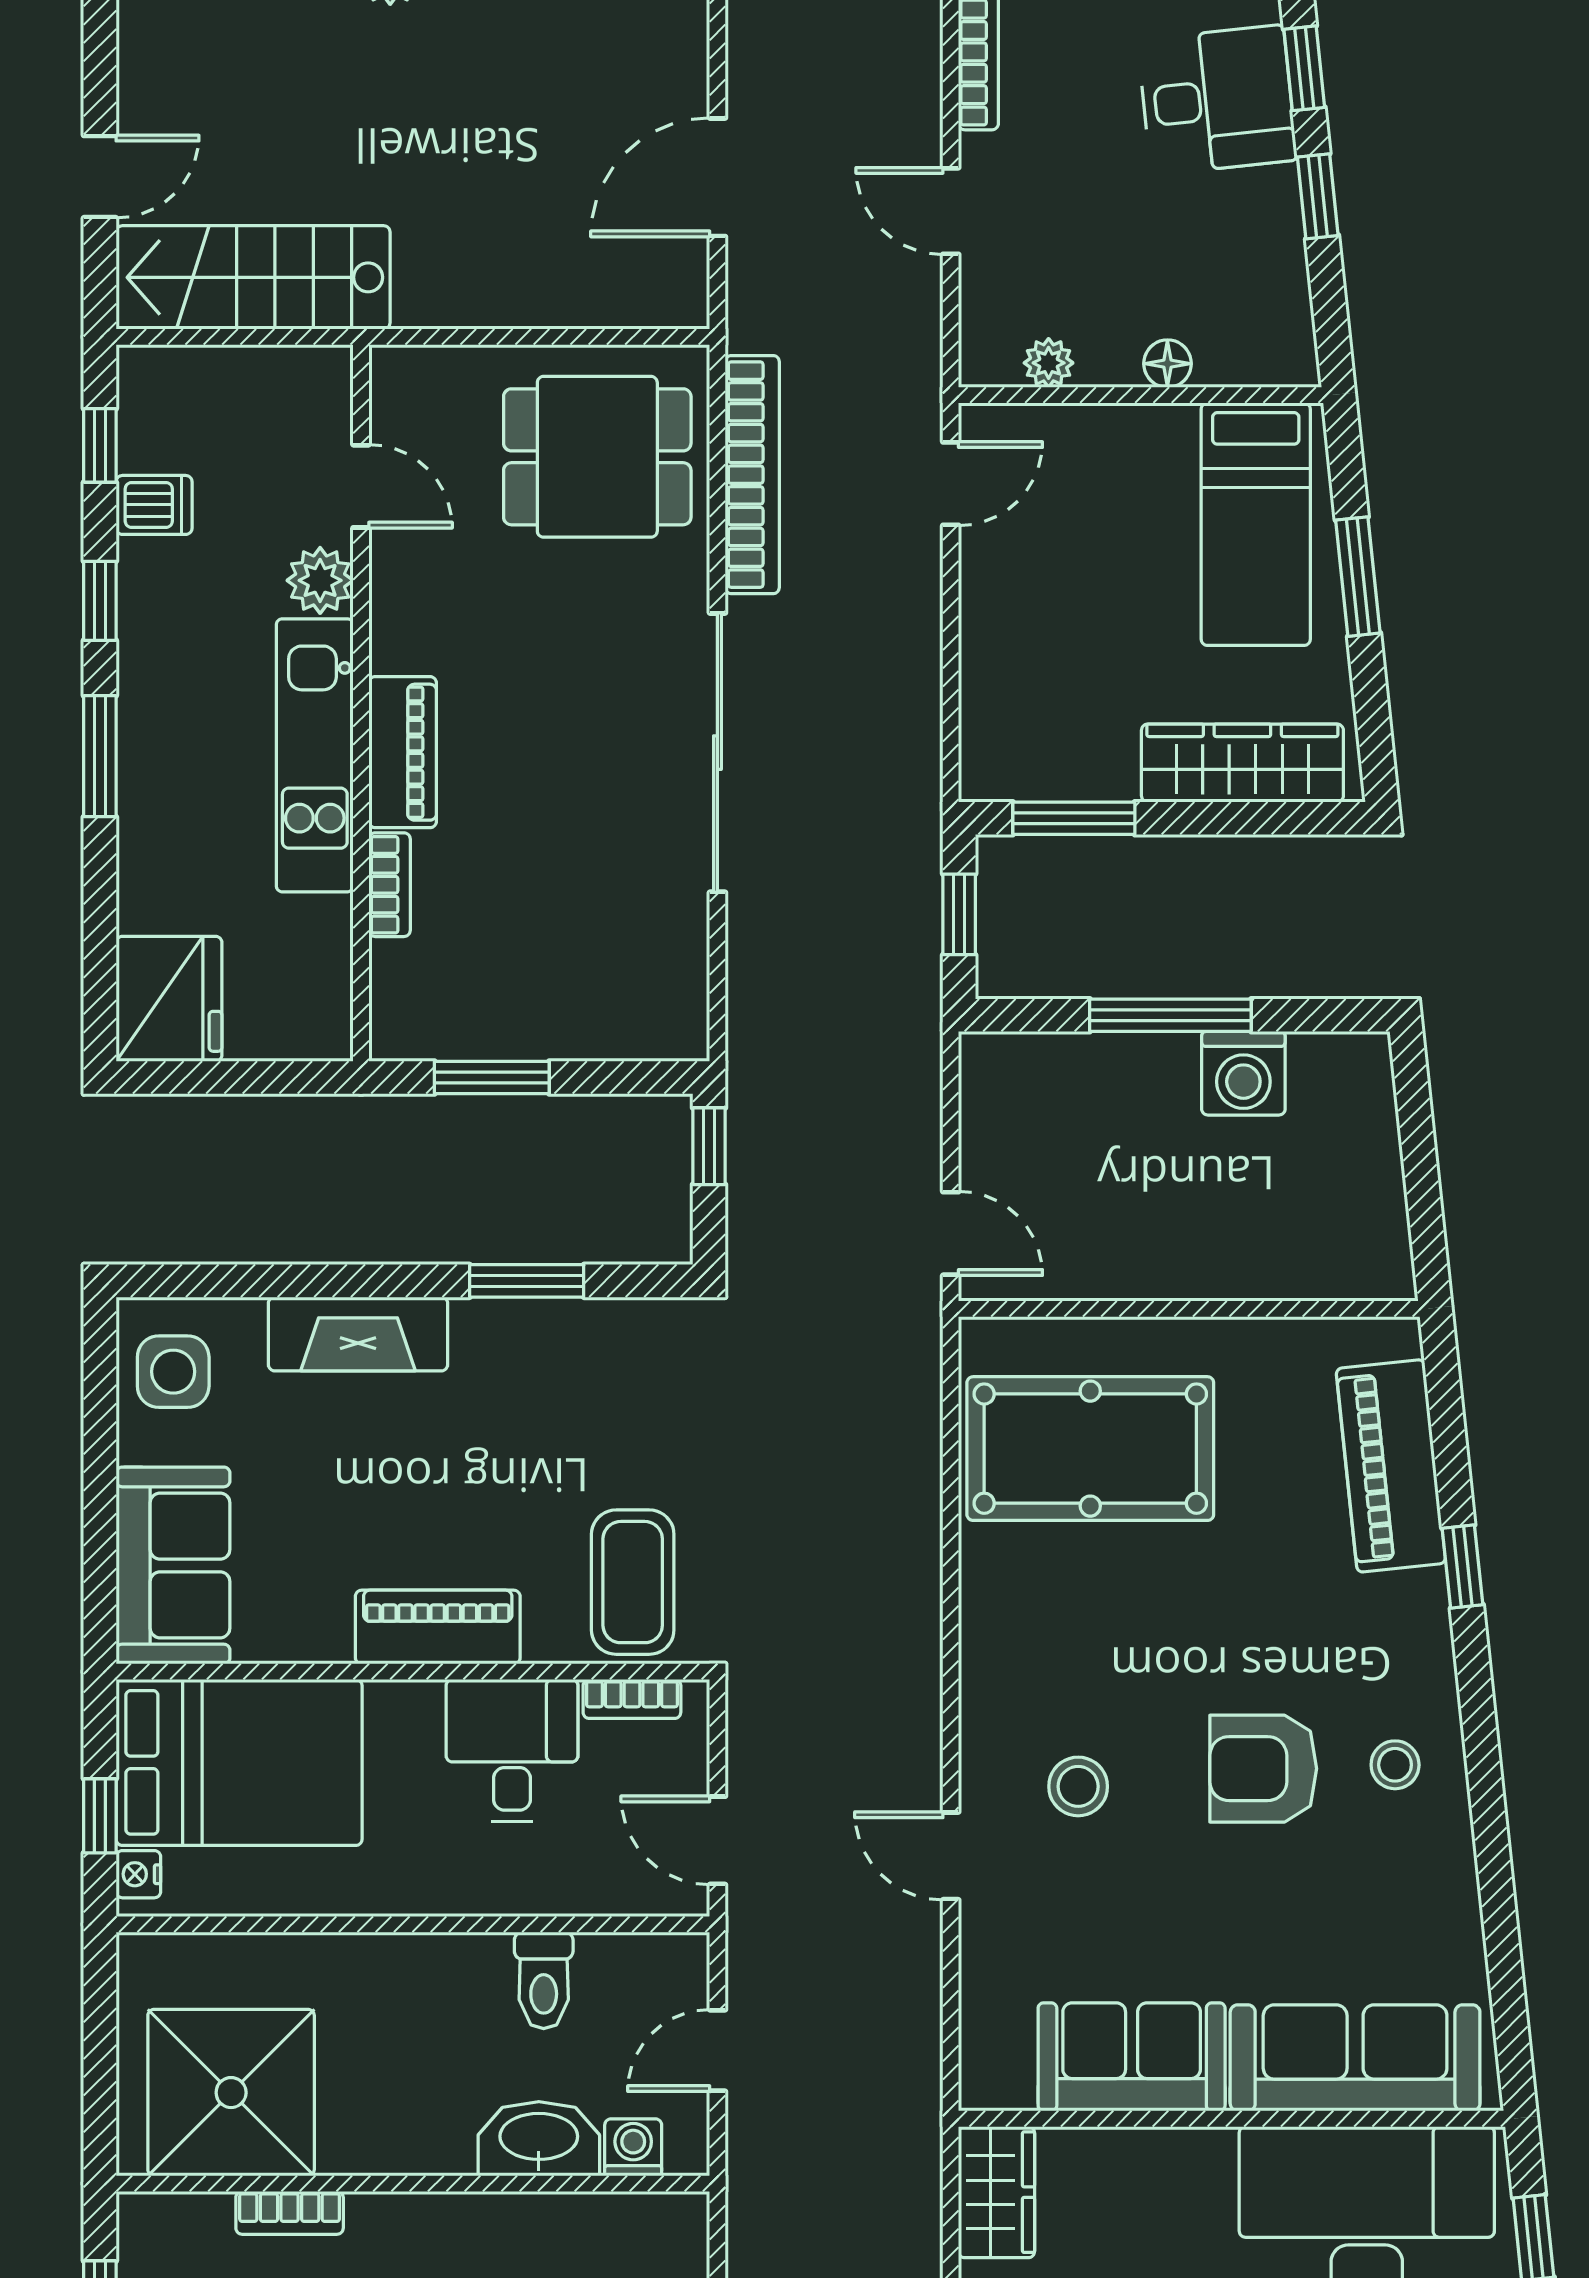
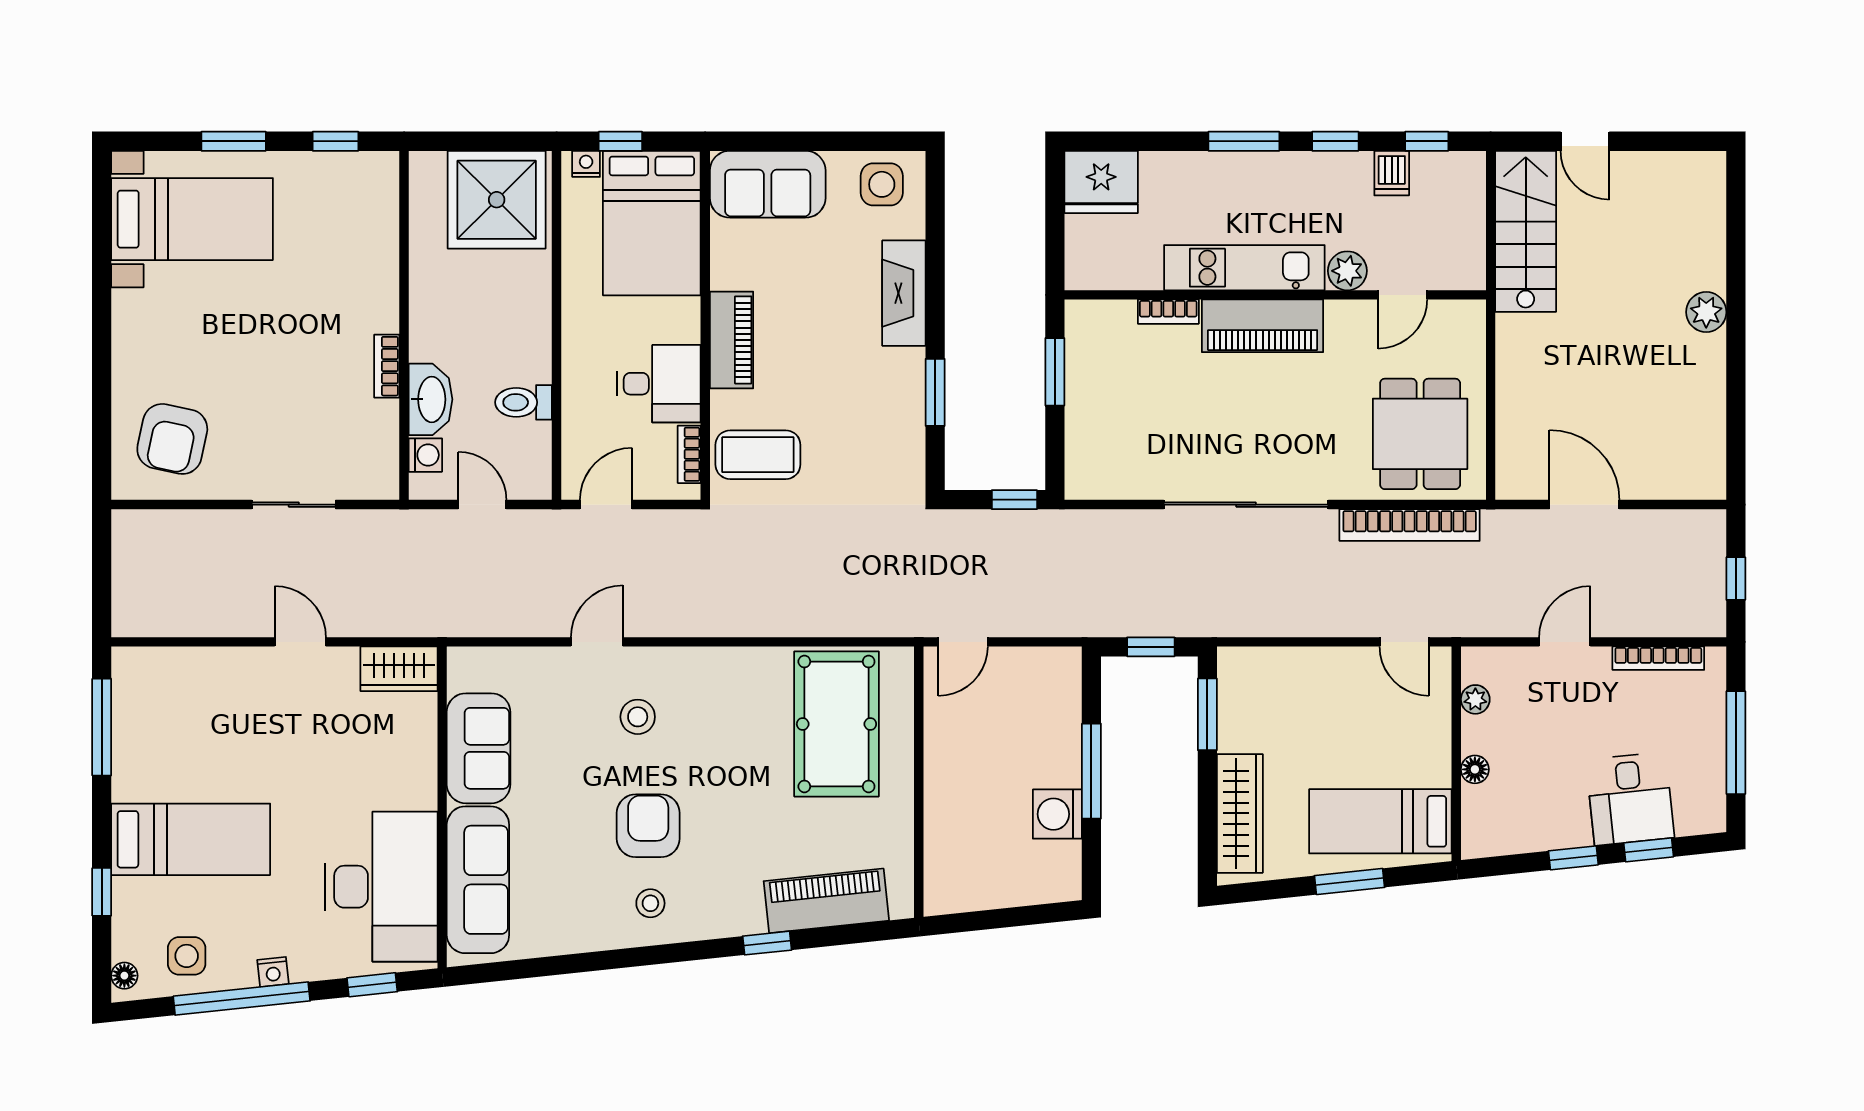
piano: (403, 752) -> (1263, 326), width x1.37, depth x1.33
shower: (231, 2093) -> (497, 200), moved
bookcase: (290, 2213) -> (387, 366), moved

